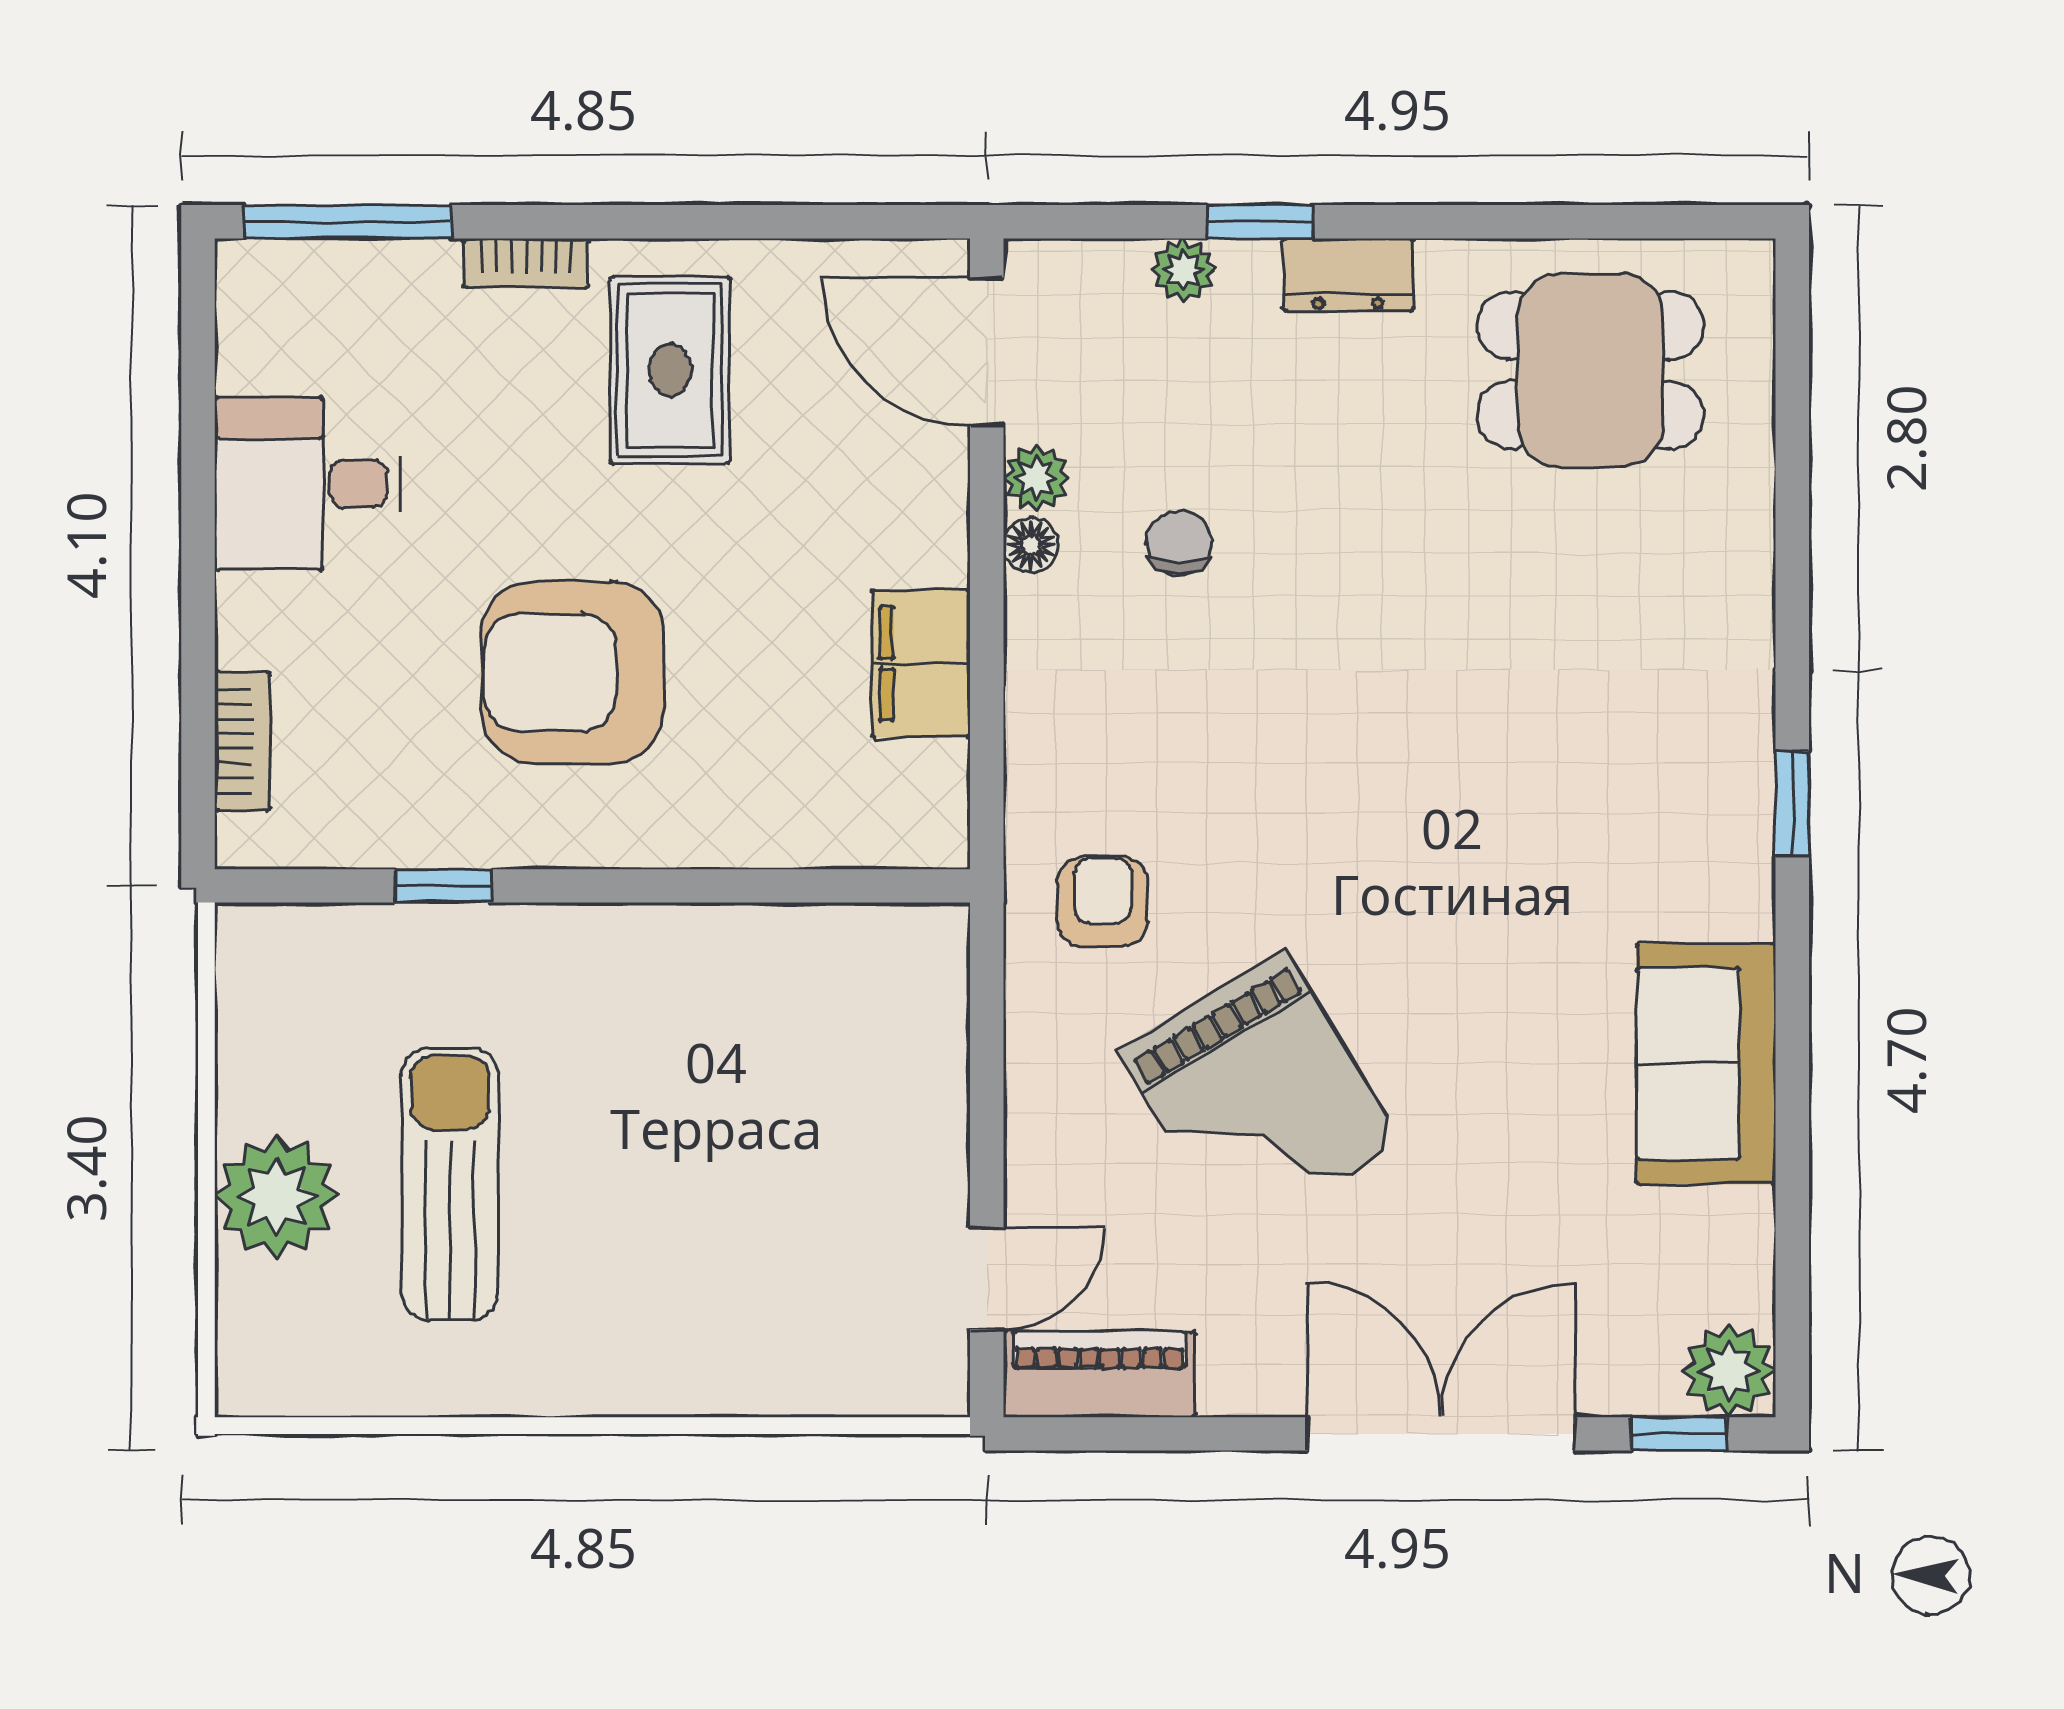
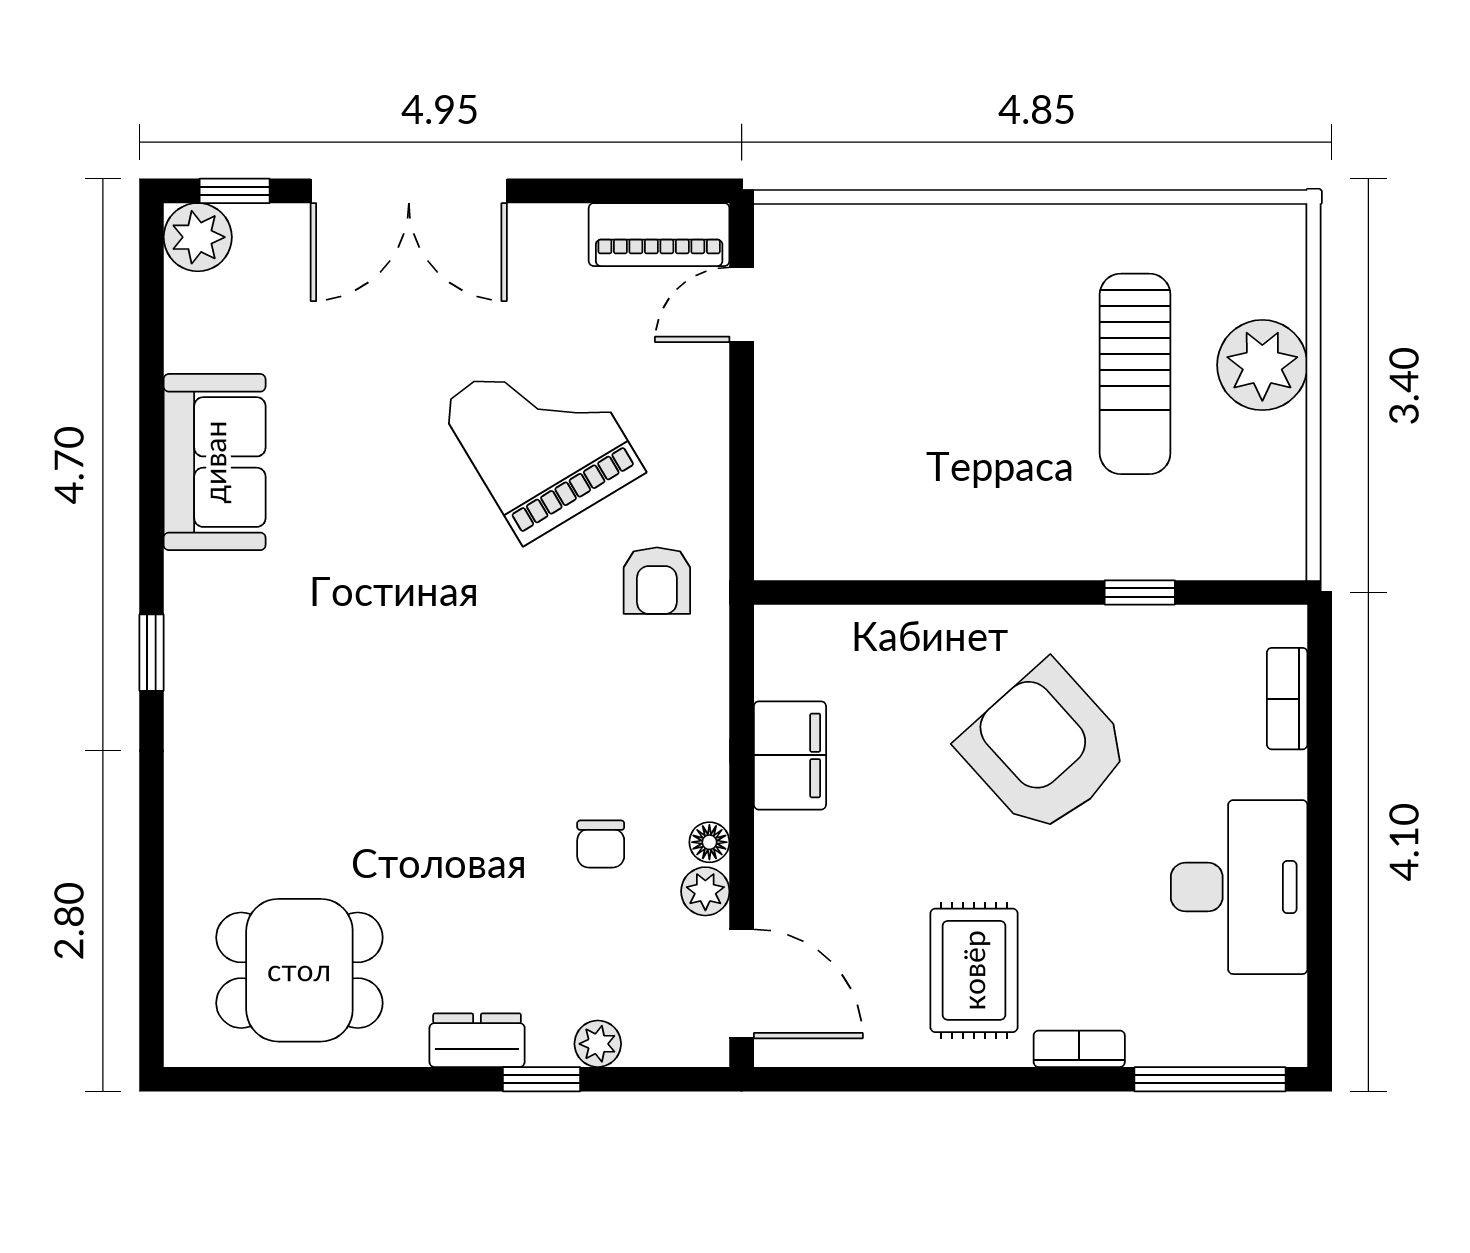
desk: (308, 484) -> (1239, 887), width x1.37
armchair: (572, 673) -> (1045, 749), turned -132

